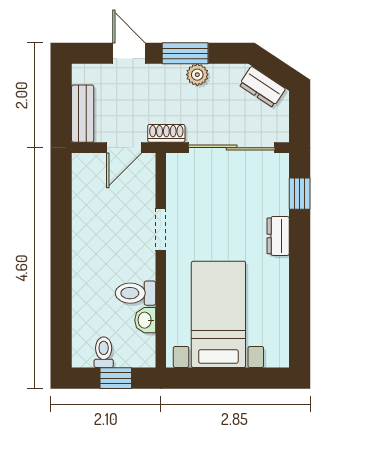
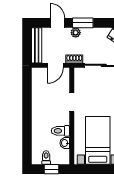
plant: (197, 75) -> (76, 33), moved
bench: (83, 114) -> (37, 45), width x1.36

